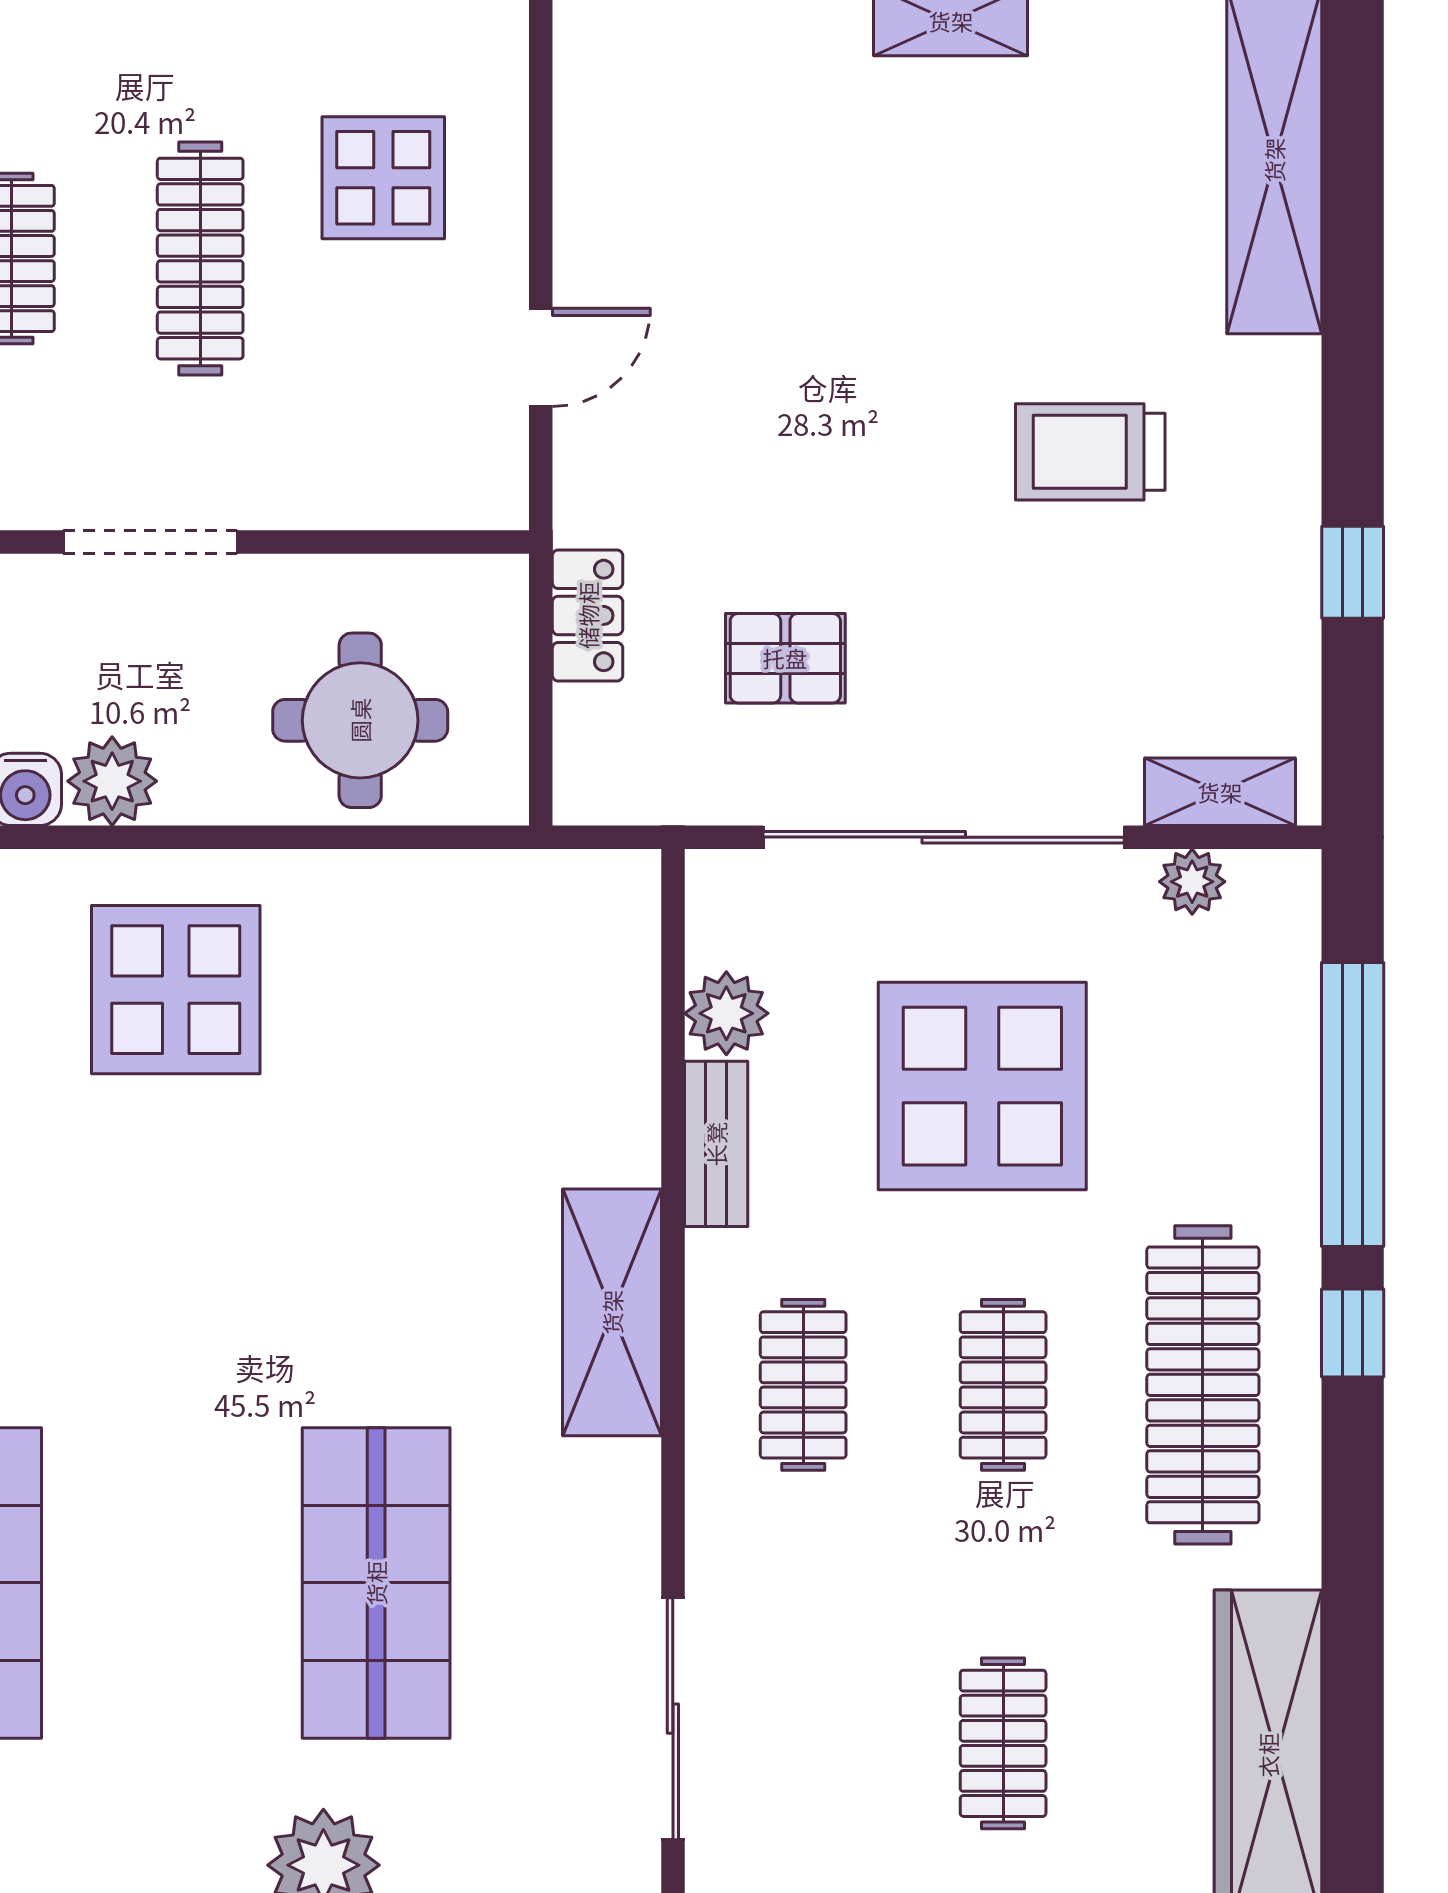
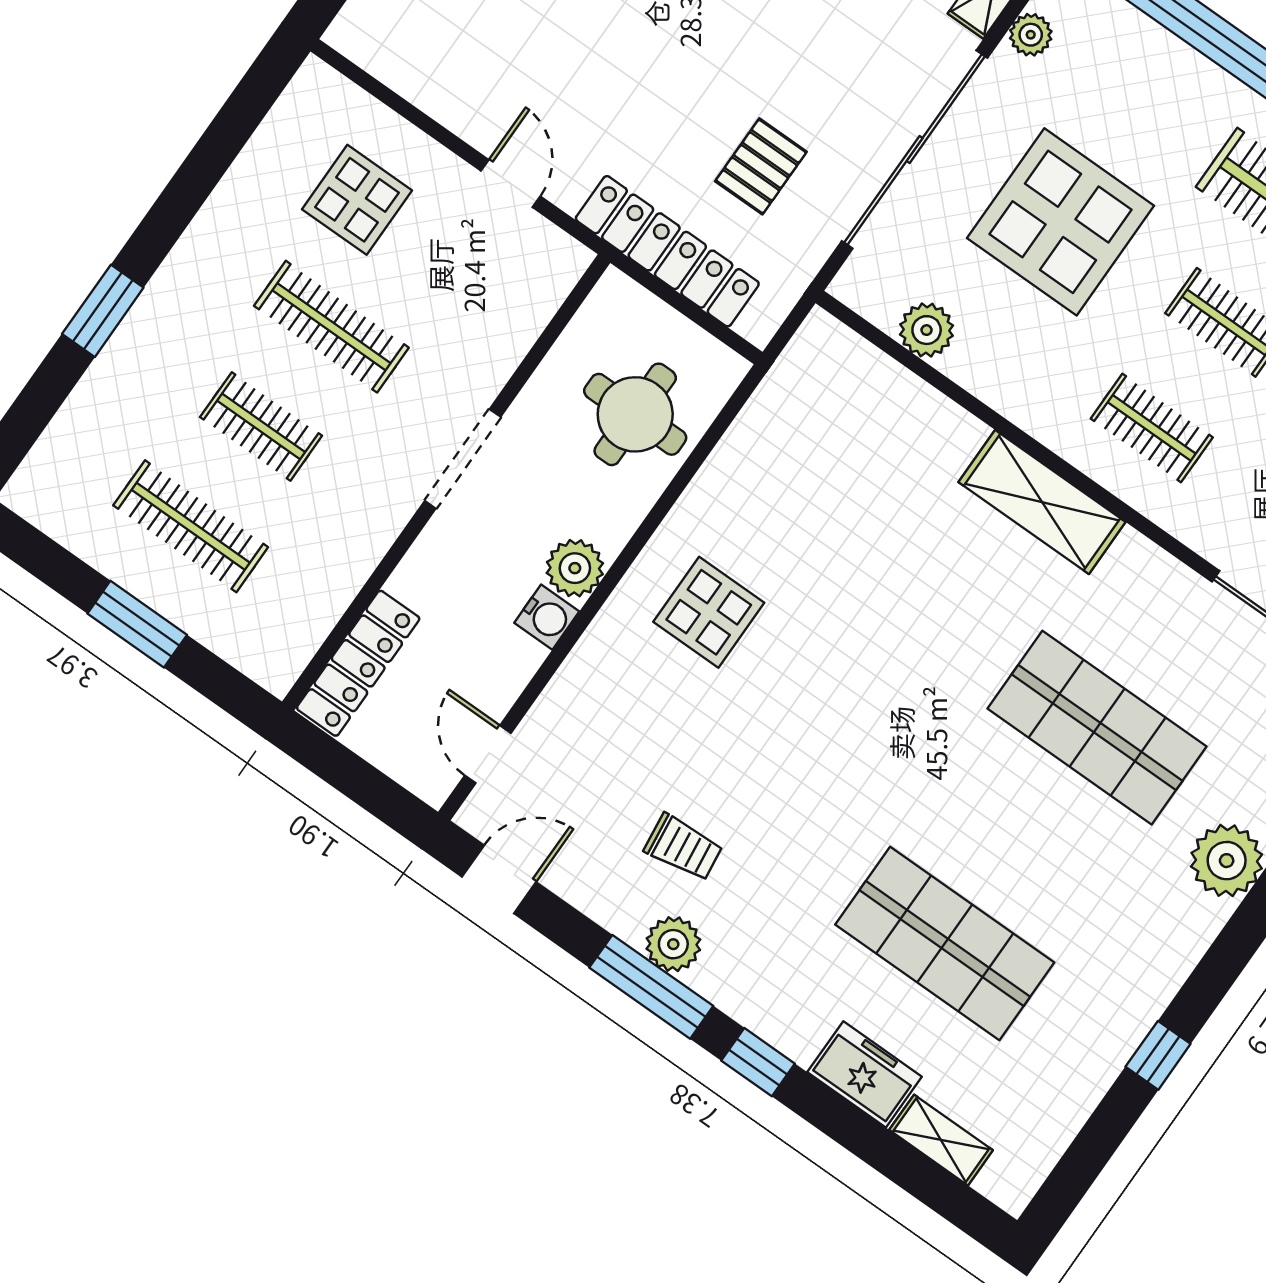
locker: (588, 615) -> (667, 251), width x2.16, depth x1.21
display table: (176, 990) -> (709, 612), width x0.73, depth x0.73
bench: (716, 1144) -> (992, 384), removed

